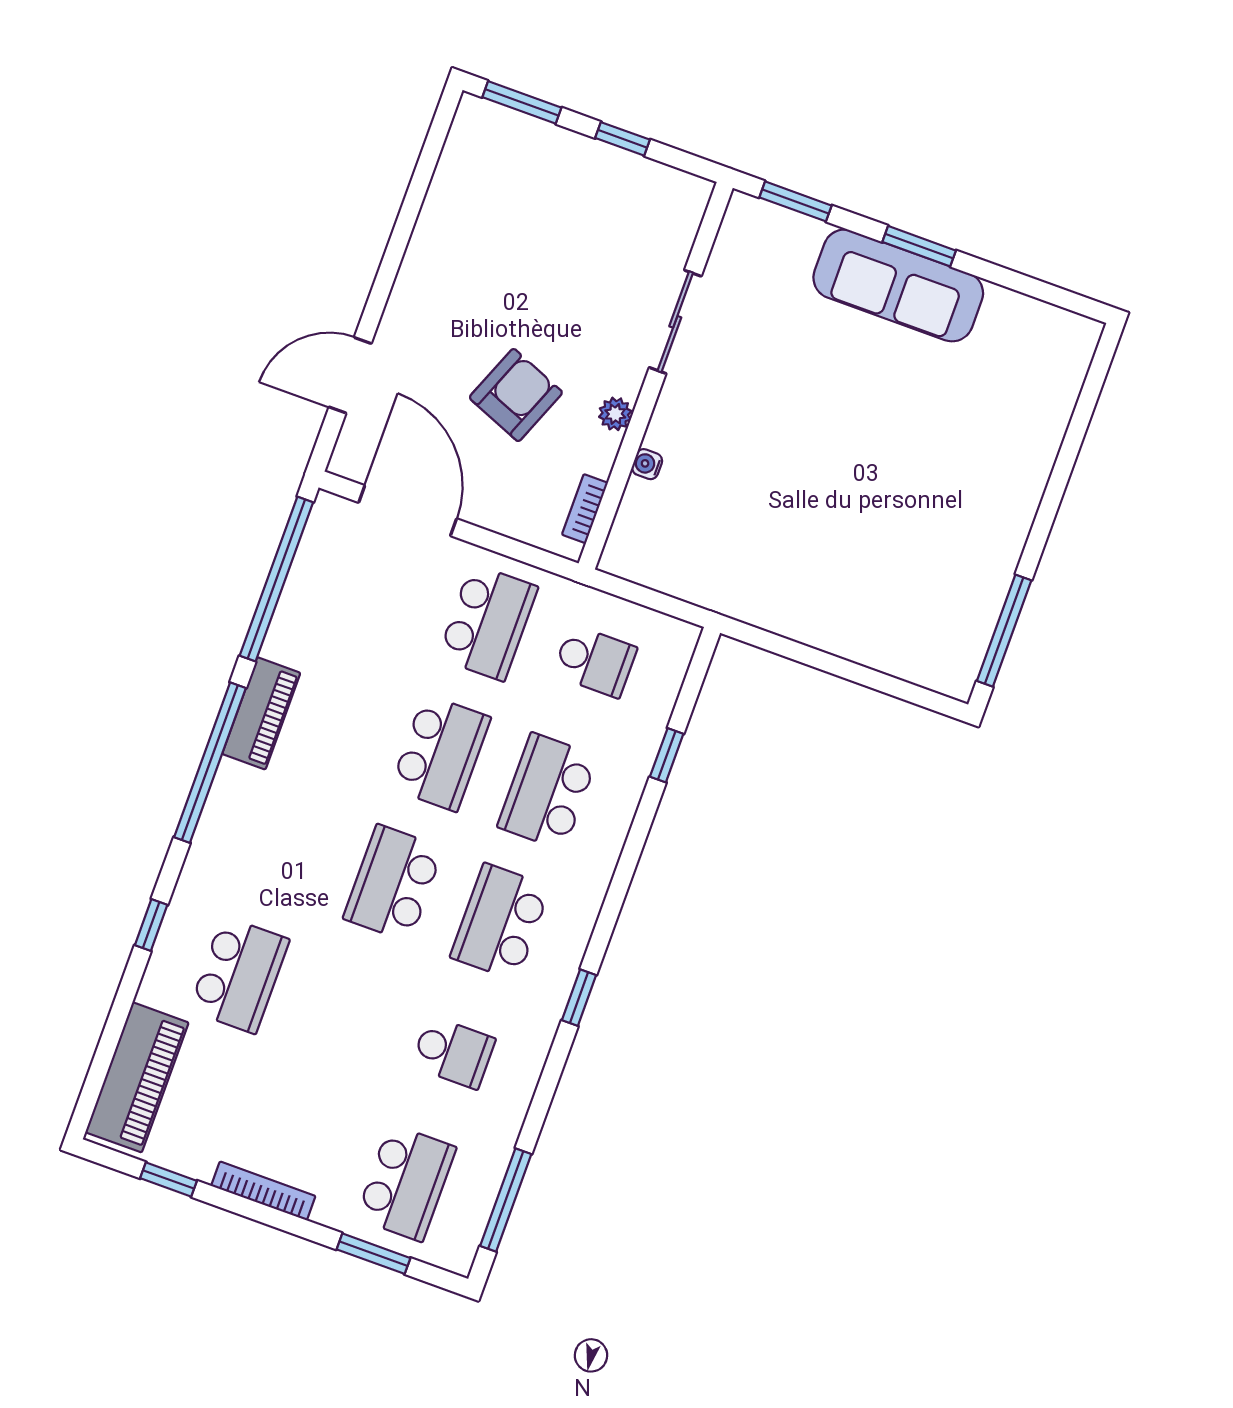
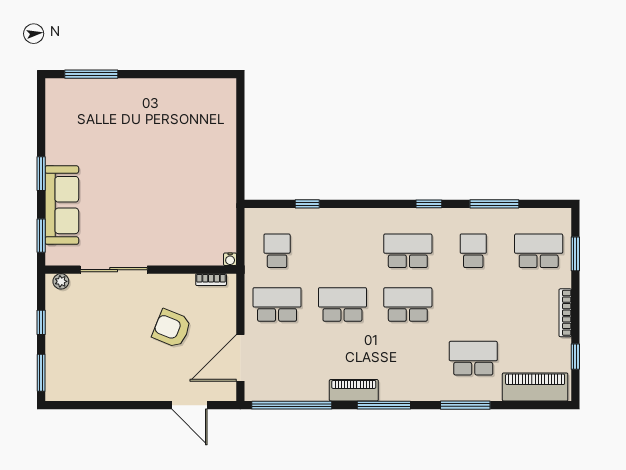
sofa: (898, 285) -> (62, 205), moved
sliding door: (675, 322) -> (114, 270), width x1.37
plant: (615, 414) -> (61, 281), moved
water cooler: (647, 464) -> (230, 259), moved
window: (1004, 631) -> (91, 74), moved
window: (210, 763) -> (384, 405), width x0.68
school desk: (548, 792) -> (342, 251), removed
school desk: (393, 883) -> (408, 304), turned 180
school desk: (500, 922) -> (408, 251), turned 180
window: (151, 925) -> (465, 405), width x2.17
window: (506, 1200) -> (494, 204), moved

